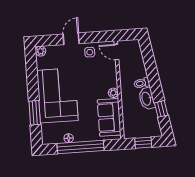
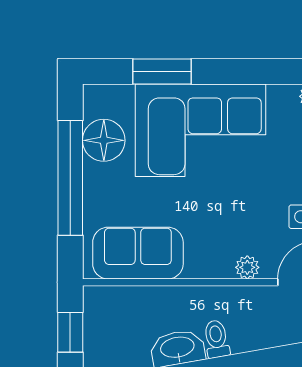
plant: (113, 93) -> (247, 267), moved
floor lamp: (69, 138) -> (104, 140), width x1.89, depth x1.89

